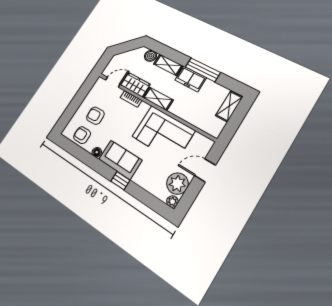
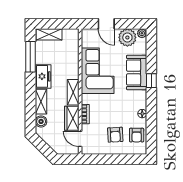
window: (203, 70) -> (30, 57), moved
sofa: (120, 160) -> (137, 72), moved

